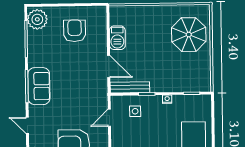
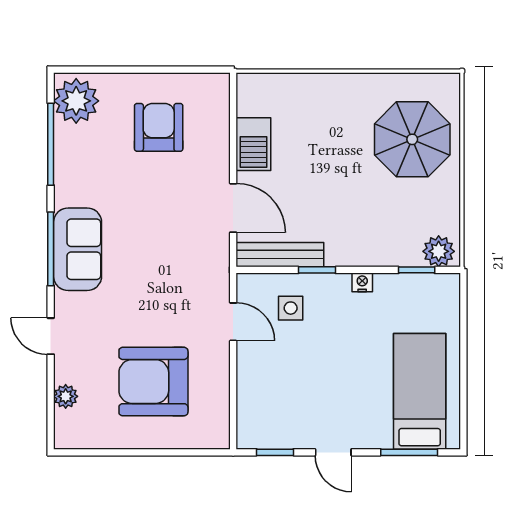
plant: (201, 85) -> (439, 251), added
door: (109, 118) -> (233, 322), swing flipped

